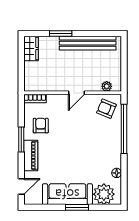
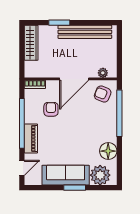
wardrobe: (31, 48) -> (31, 43), width x1.50
door: (76, 93) -> (74, 79), width x1.88
armchair: (41, 126) -> (51, 109), moved
window: (21, 139) -> (22, 123), width x2.11
floor lamp: (117, 173) -> (108, 151), width x1.89, depth x1.89

